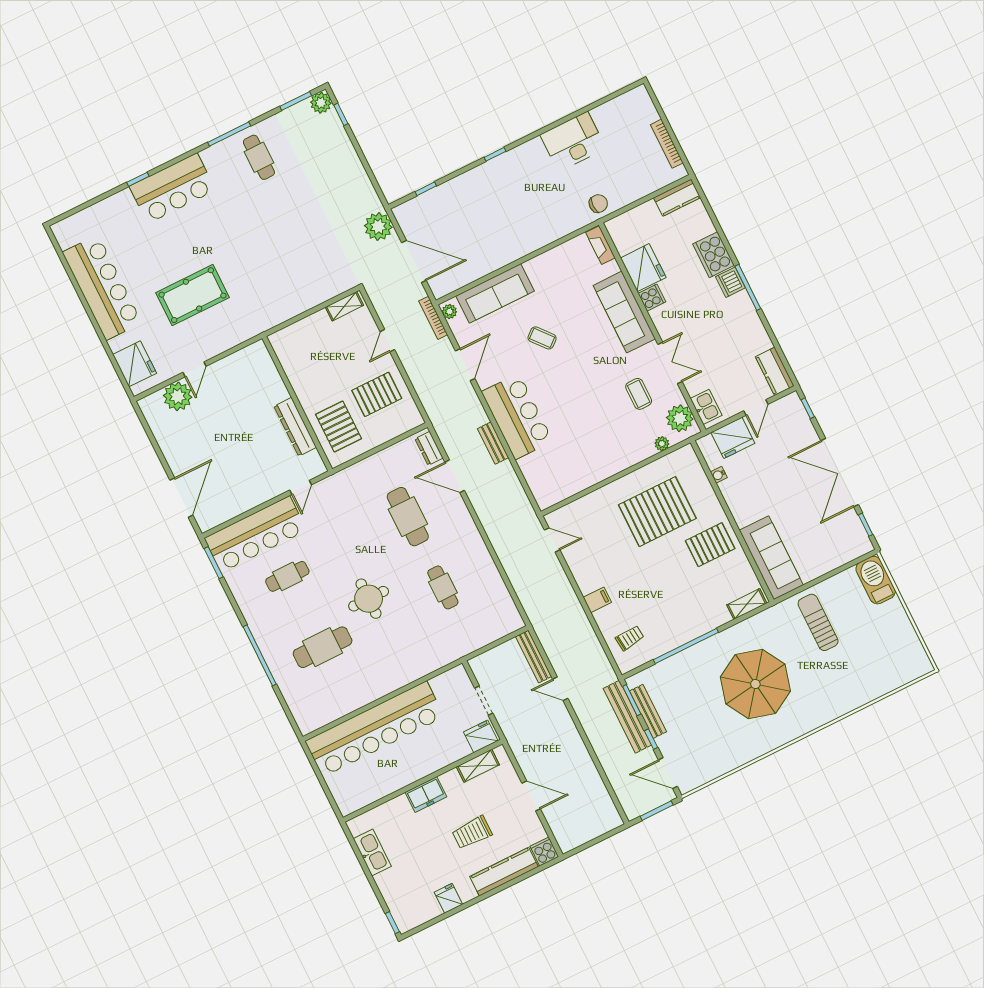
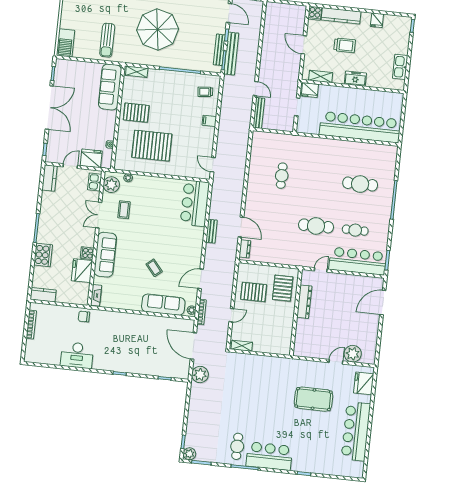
bar counter: (172, 188) -> (269, 456), moved
dishwasher: (730, 282) -> (43, 236), removed
bar counter: (517, 416) -> (195, 203), moved
cafe table: (408, 517) -> (316, 226), moved, turned 90
round table: (369, 599) -> (322, 194), removed

